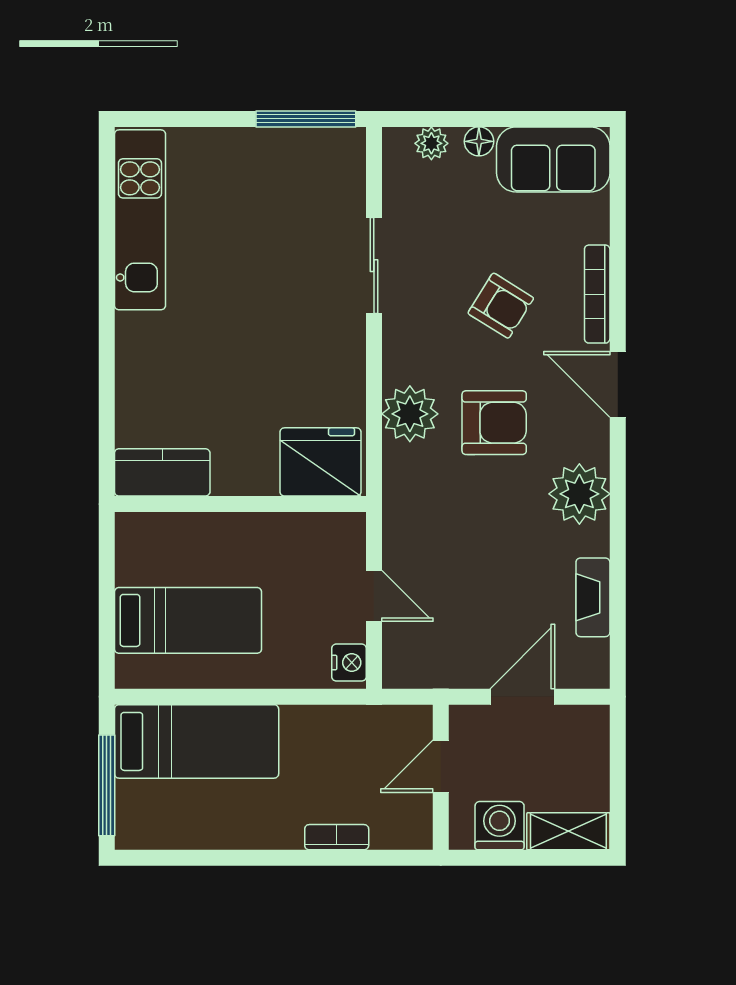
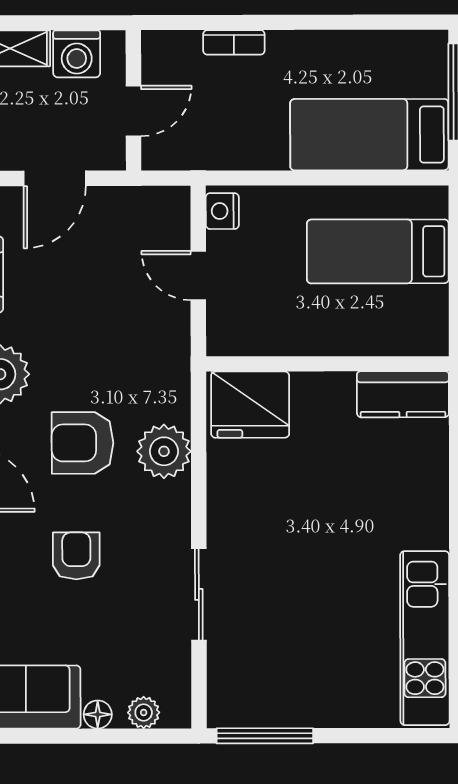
armchair: (501, 306) -> (76, 556), turned 58

